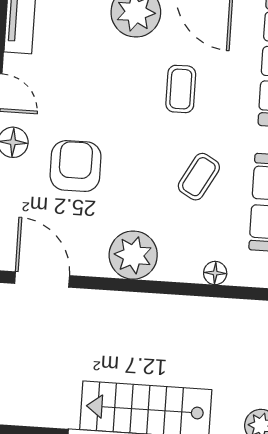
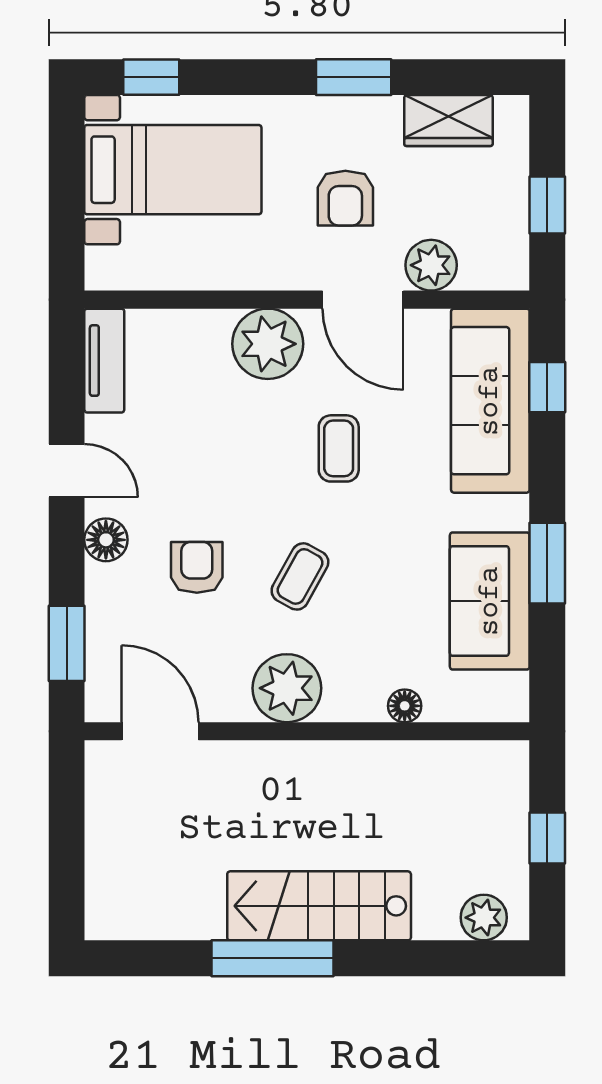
armchair: (76, 166) -> (197, 567), width x0.72, depth x0.72
coffee table: (199, 177) -> (300, 576), moved

